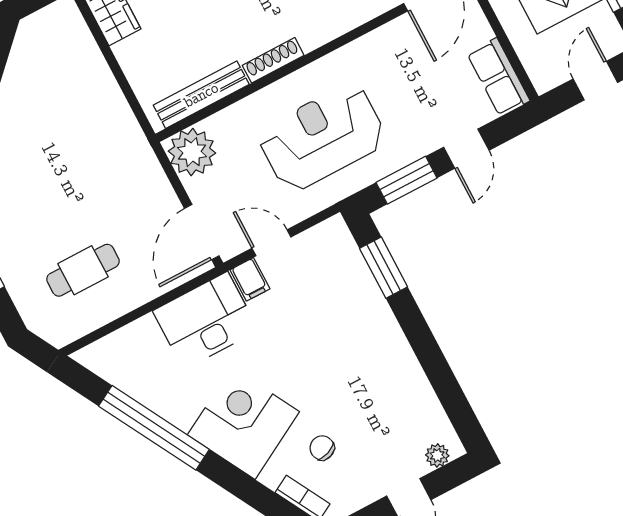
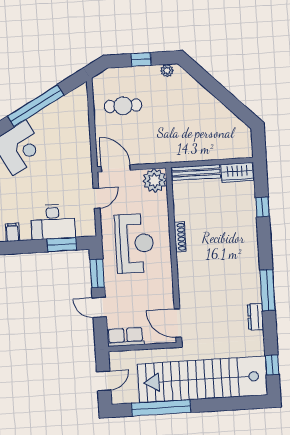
door: (595, 81) -> (104, 381), hinge flipped
bench: (201, 95) -> (196, 173), moved, turned 90
cafe table: (83, 270) -> (123, 106), turned 90
filing cabinet: (250, 279) -> (12, 232), moved, turned 90
desk: (206, 321) -> (53, 222), moved, turned 90

